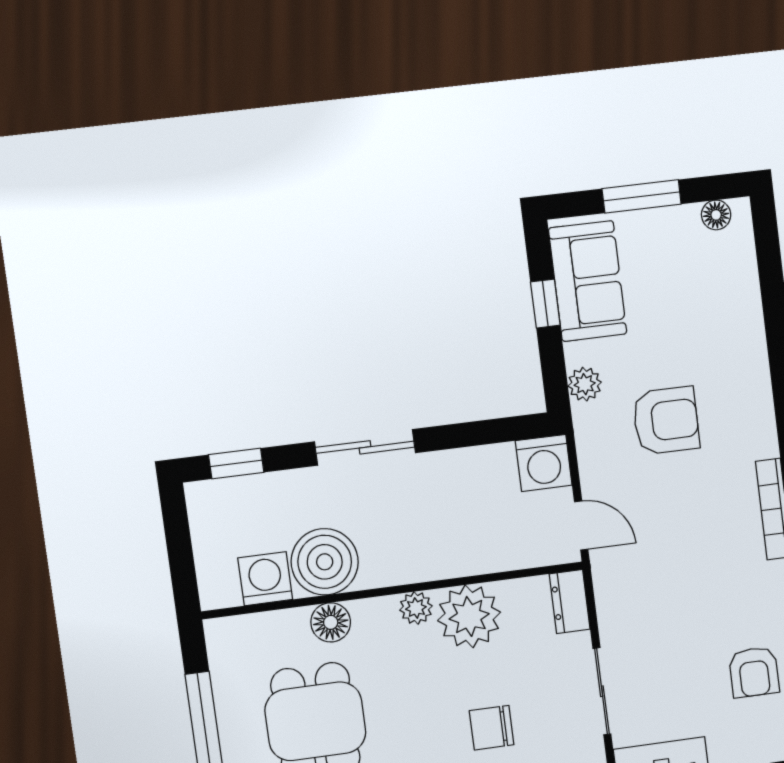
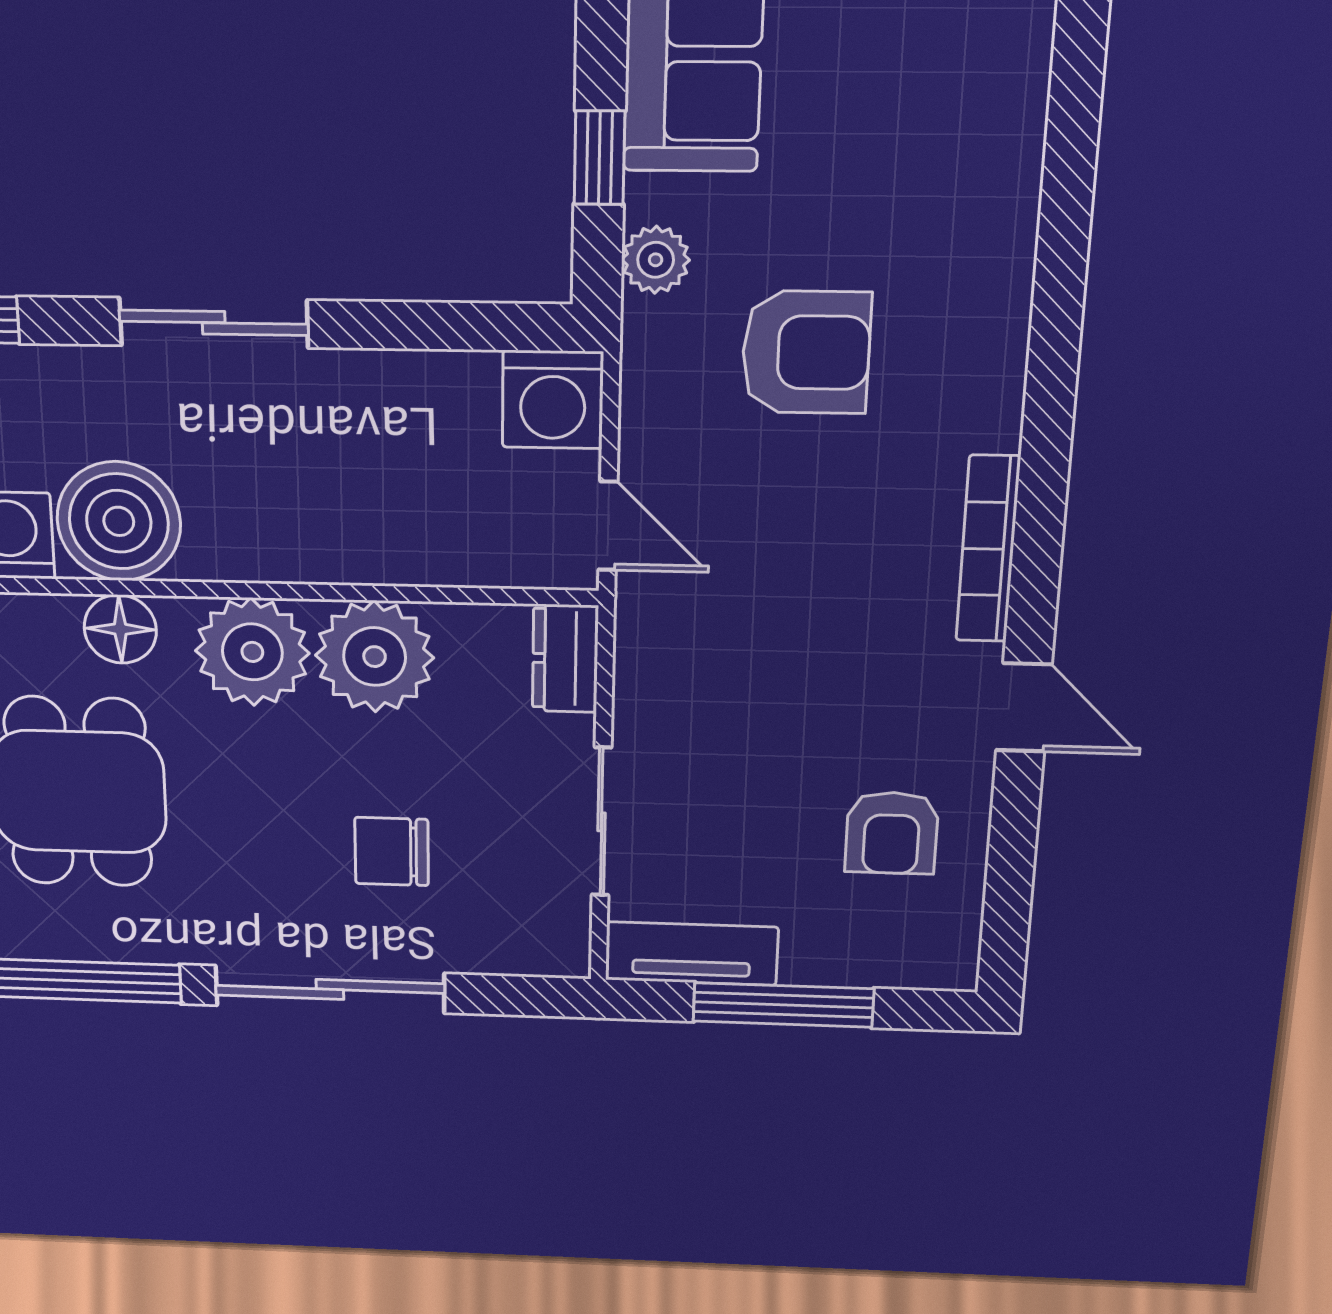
window: (545, 304) -> (599, 158), moved
plant: (416, 608) -> (252, 652), width x1.87, depth x1.87

